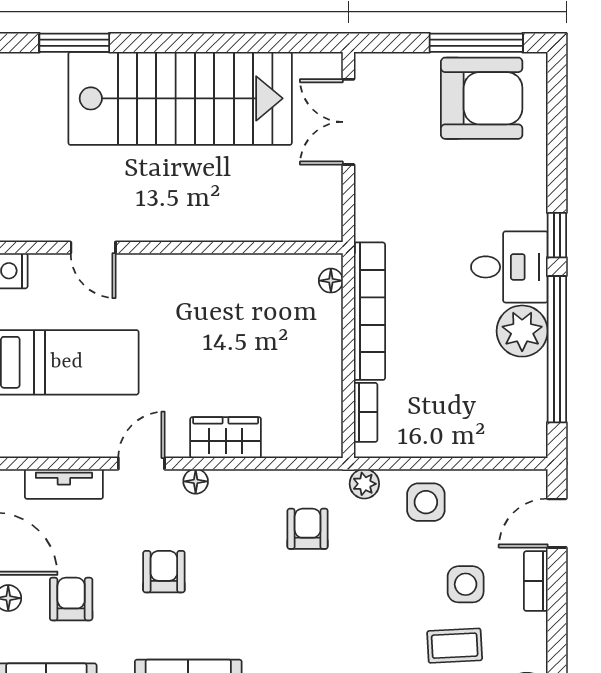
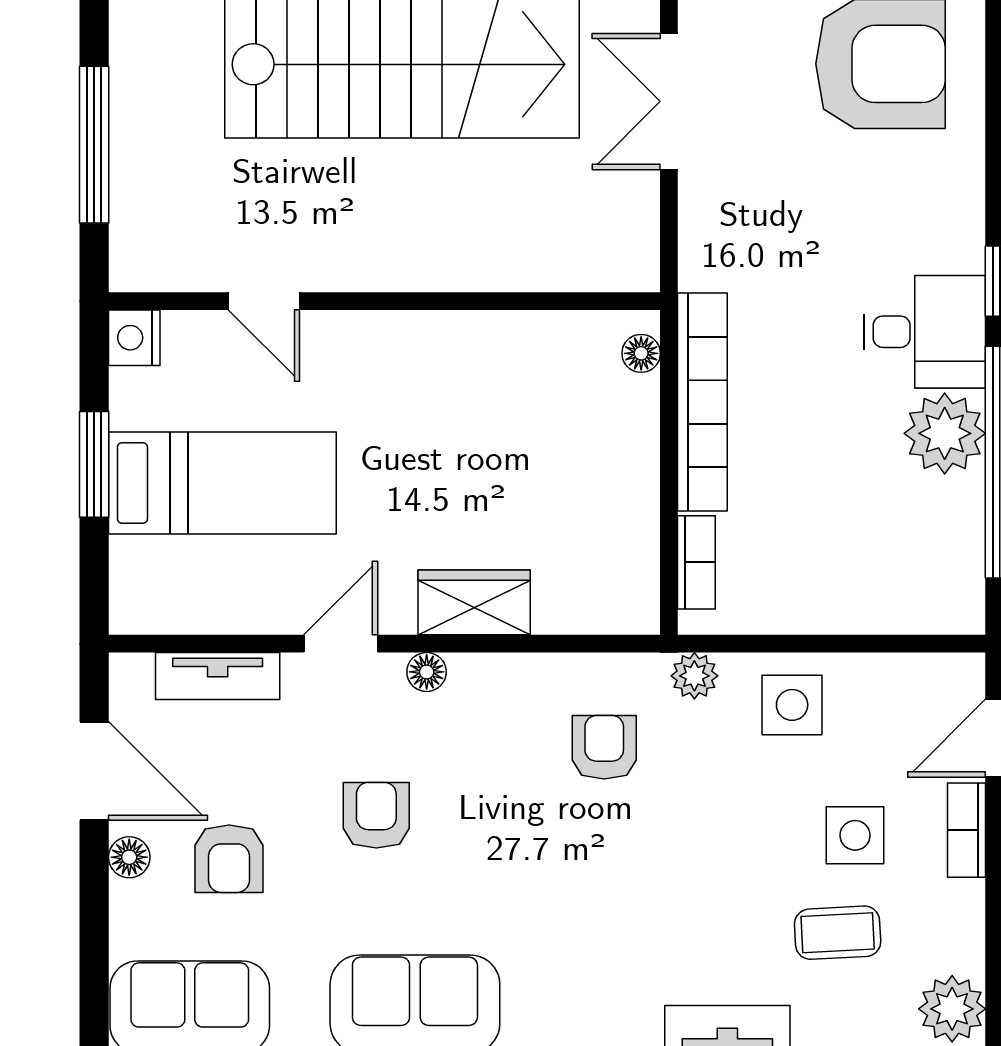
armchair: (71, 599) -> (229, 859), turned 180

